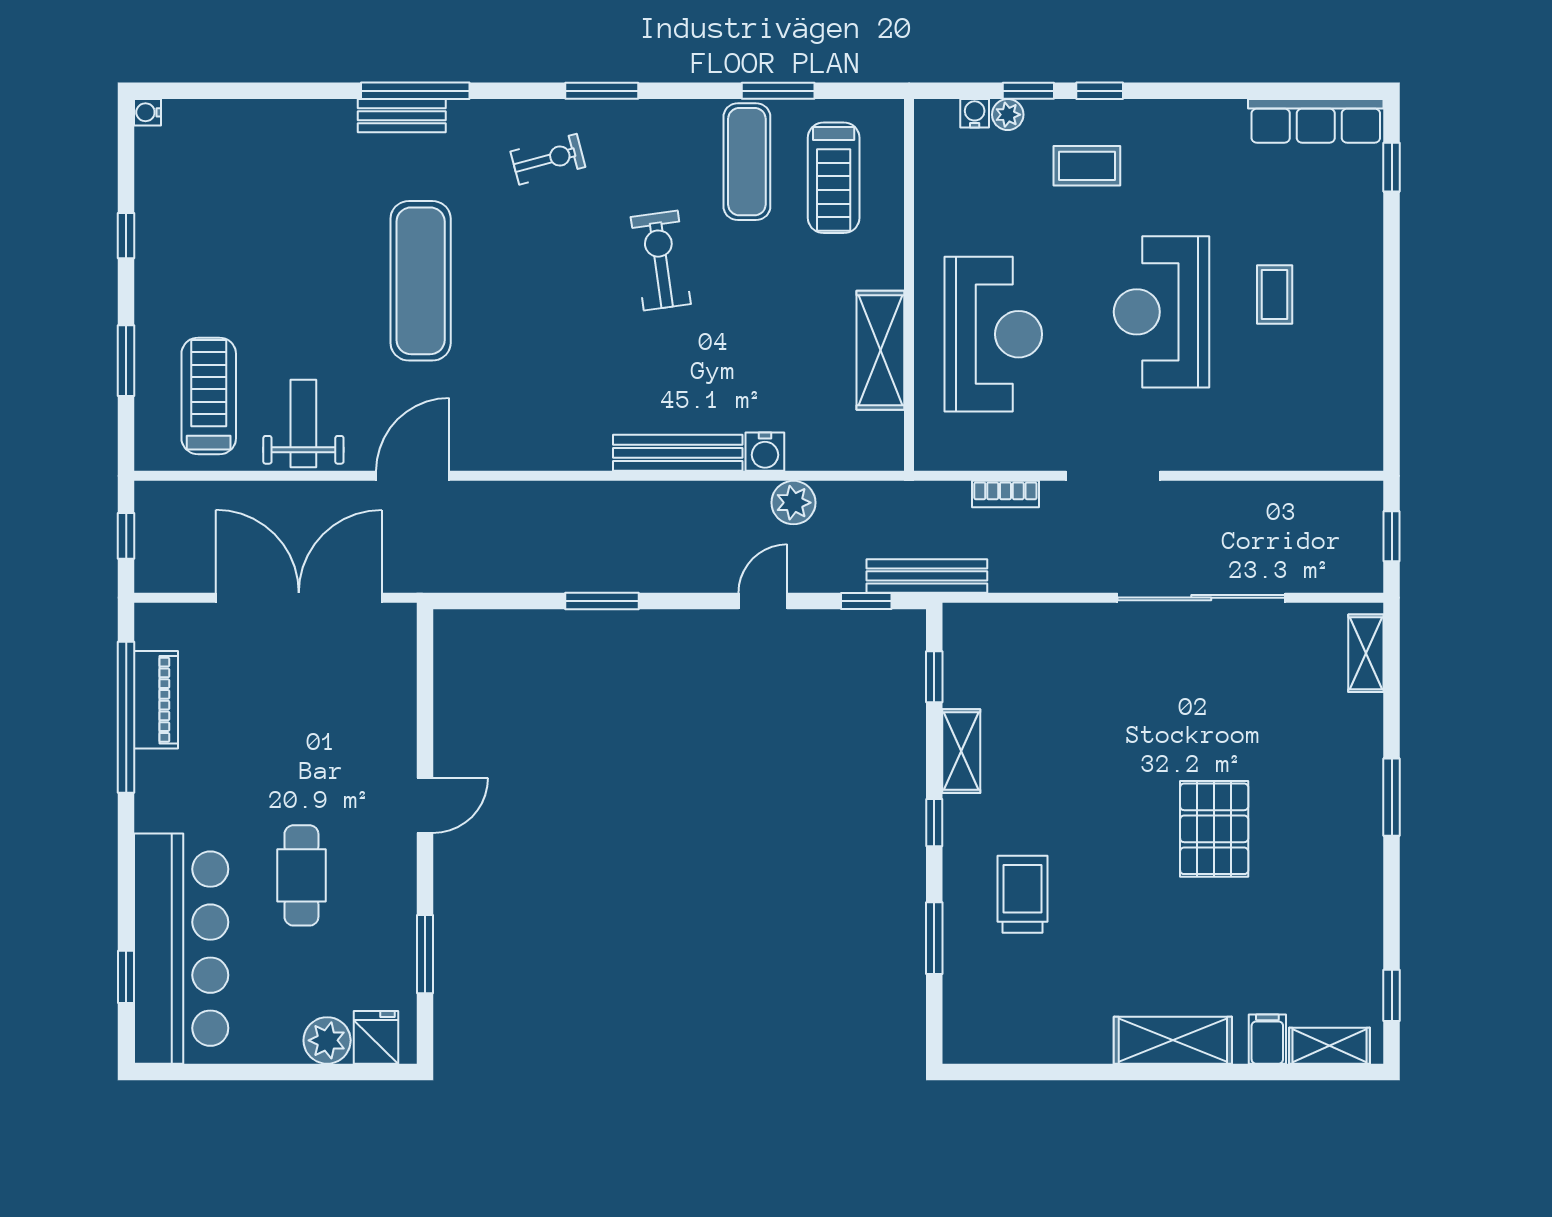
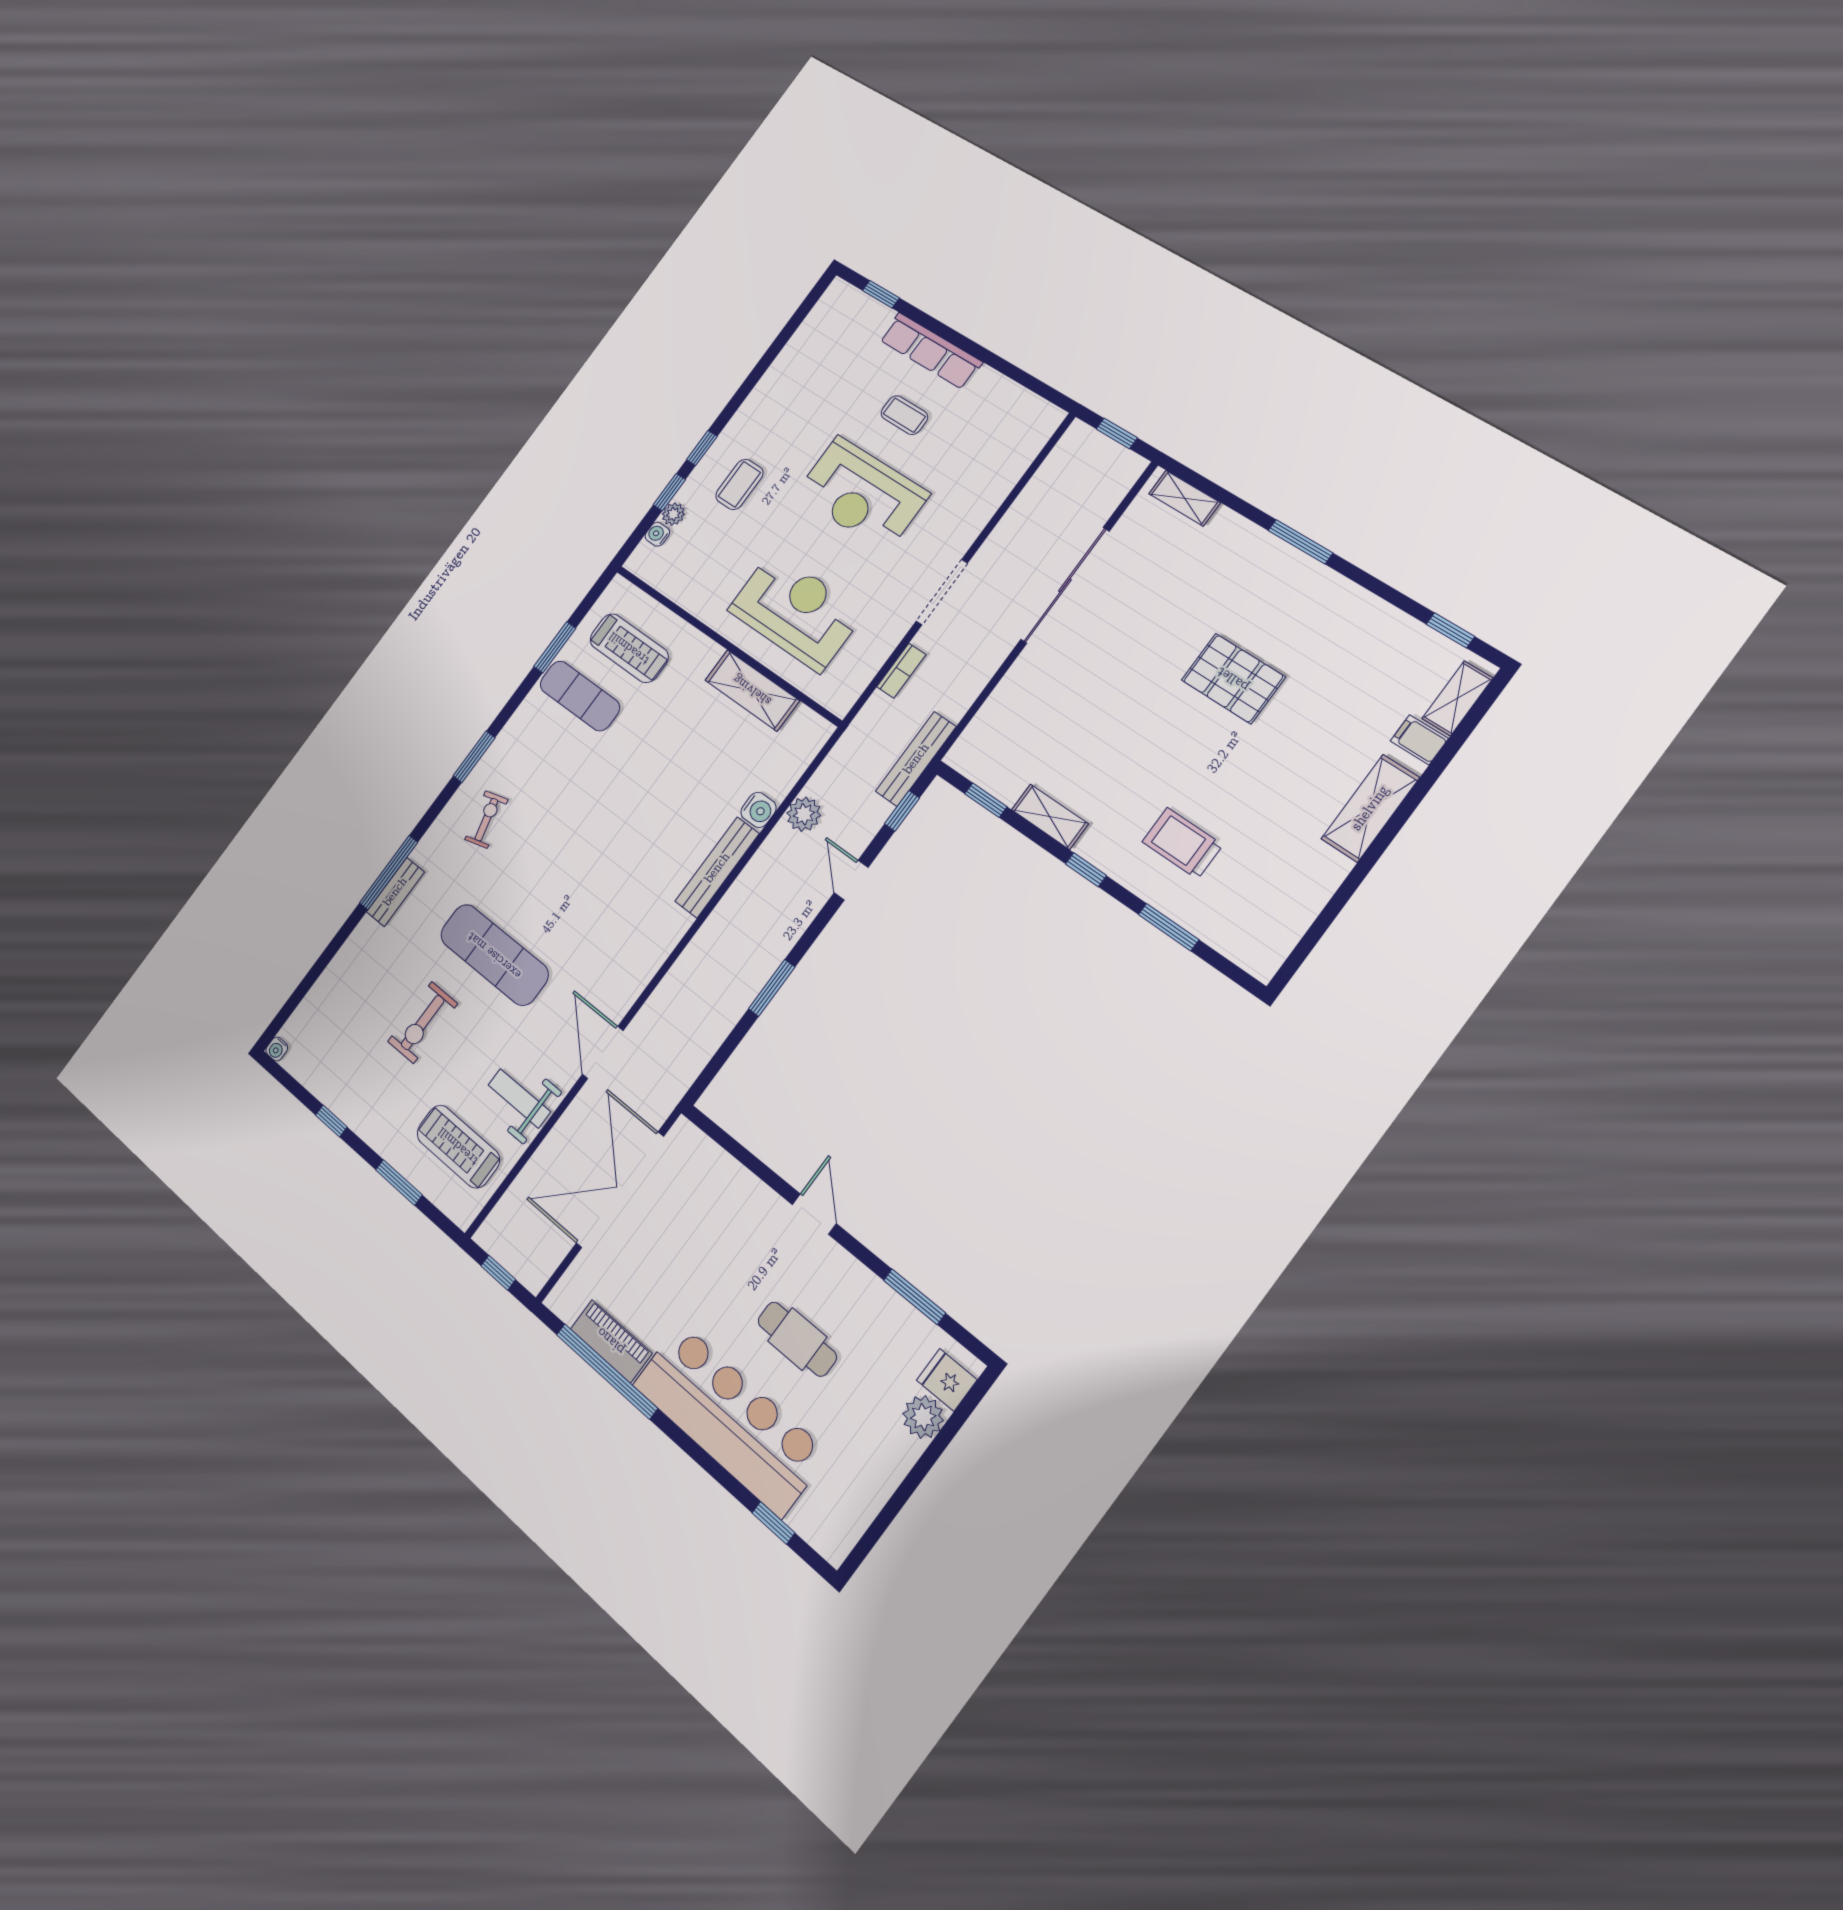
row of seats: (1316, 121) -> (931, 351), moved, turned 90
exercise bike: (661, 260) -> (423, 1023), moved, turned -82
bar counter: (181, 949) -> (730, 1419), moved

